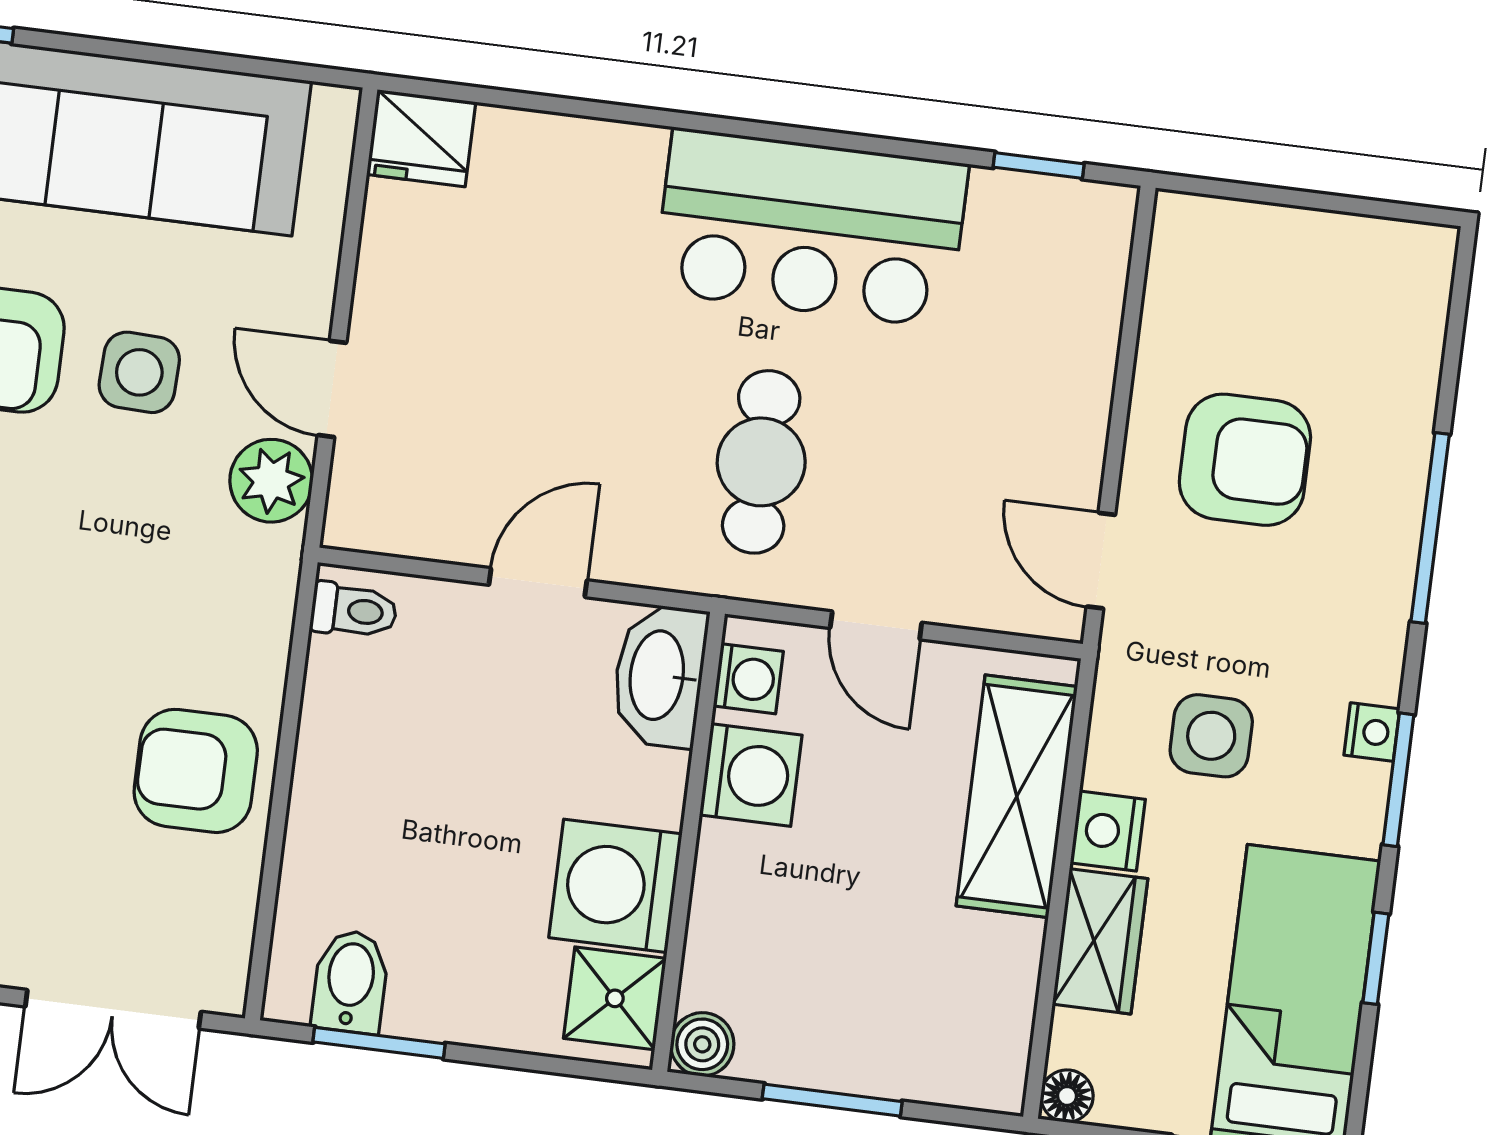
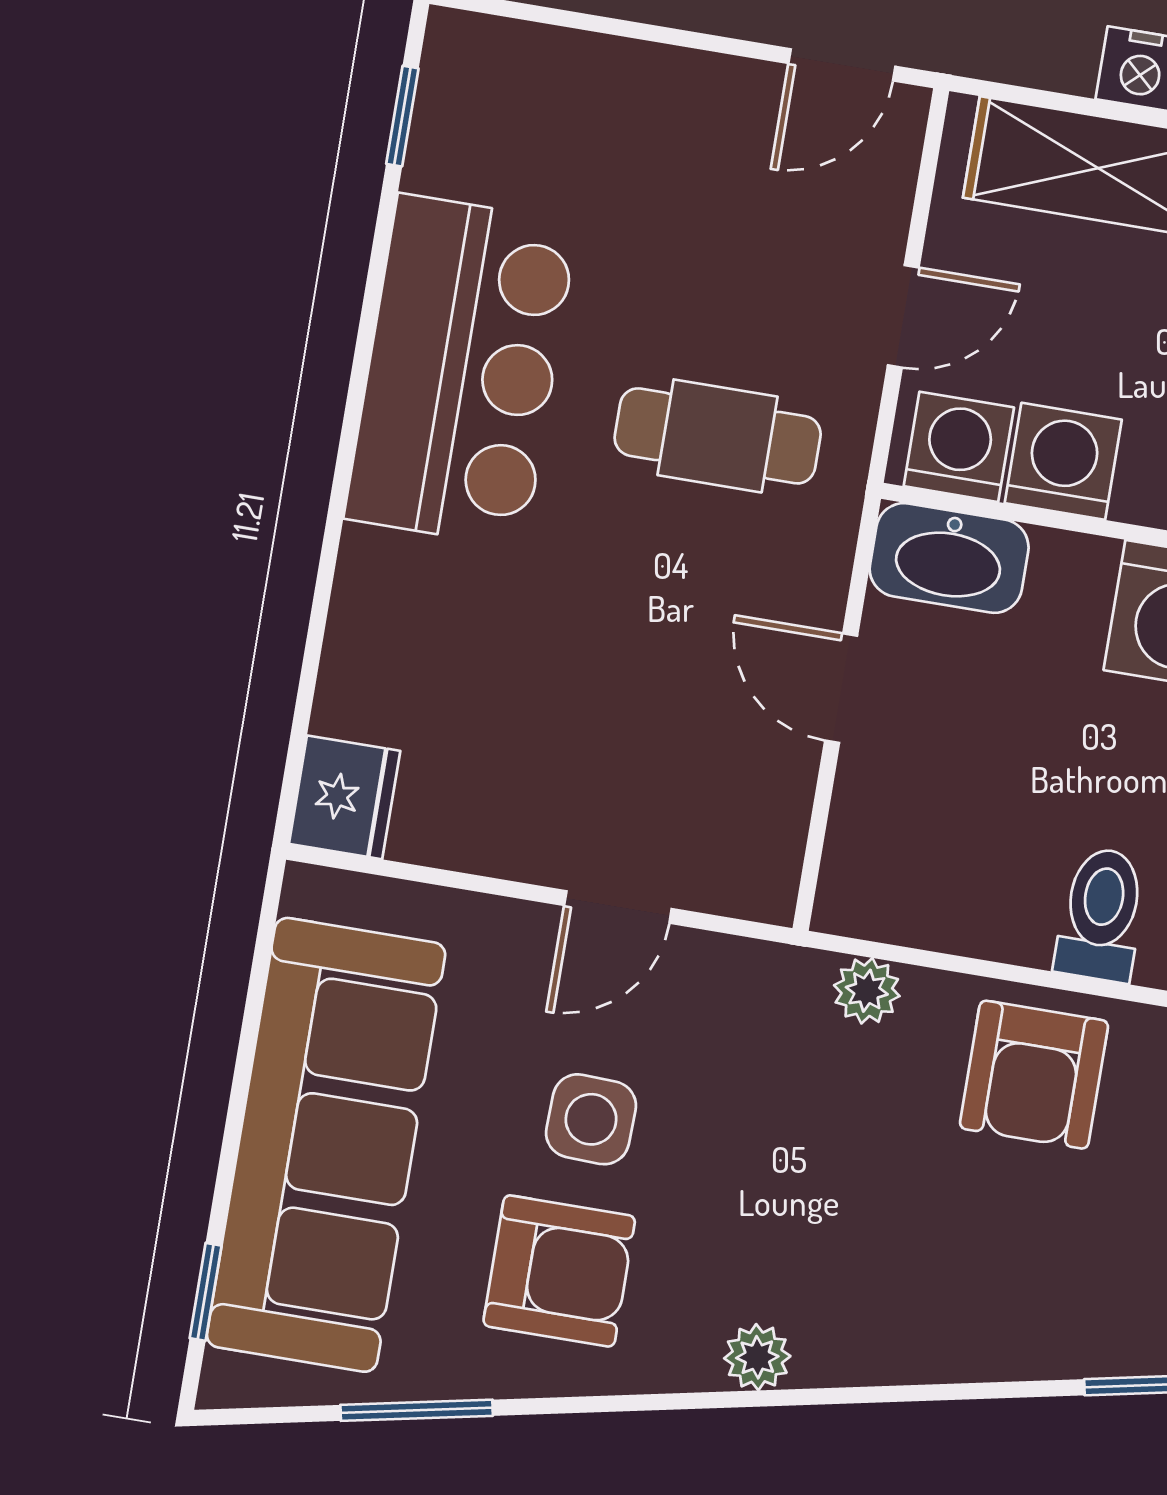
plant: (271, 481) -> (867, 991), moved, width x0.73, depth x0.73
toilet: (354, 610) -> (1101, 914), moved, width x1.37, depth x1.39
washing machine: (748, 679) -> (959, 447), width x1.38, depth x1.38

